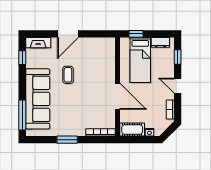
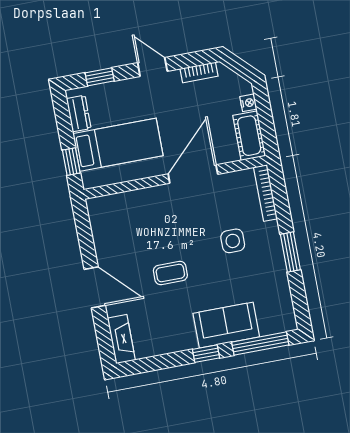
window: (22, 58) -> (206, 354), moved
door: (178, 86) -> (152, 67), swing flipped
sofa: (38, 99) -> (226, 325), width x0.54, depth x0.79
side table: (79, 111) -> (233, 241), added

